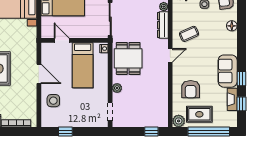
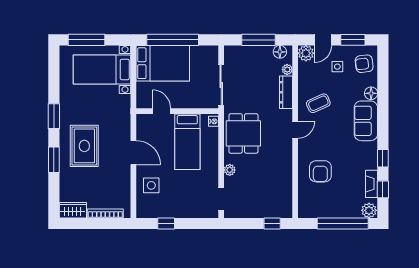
sofa: (228, 71) -> (366, 121), moved
rug: (199, 114) -> (331, 202), removed
plant: (179, 121) -> (369, 210), moved

